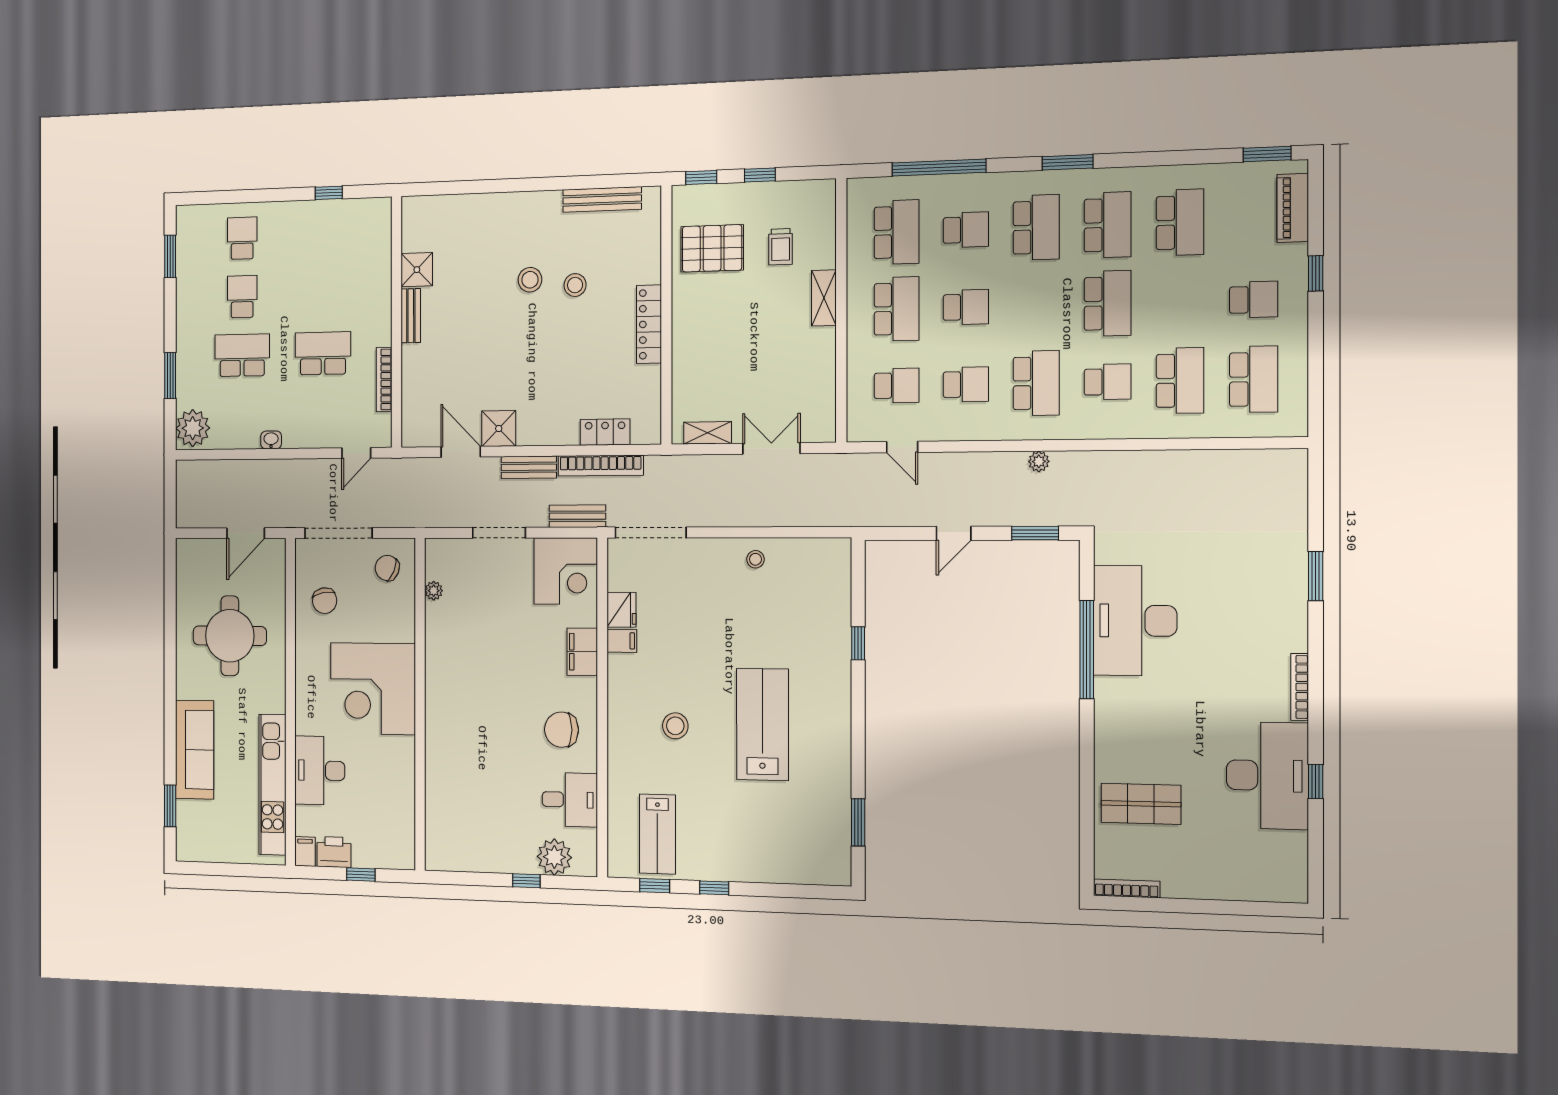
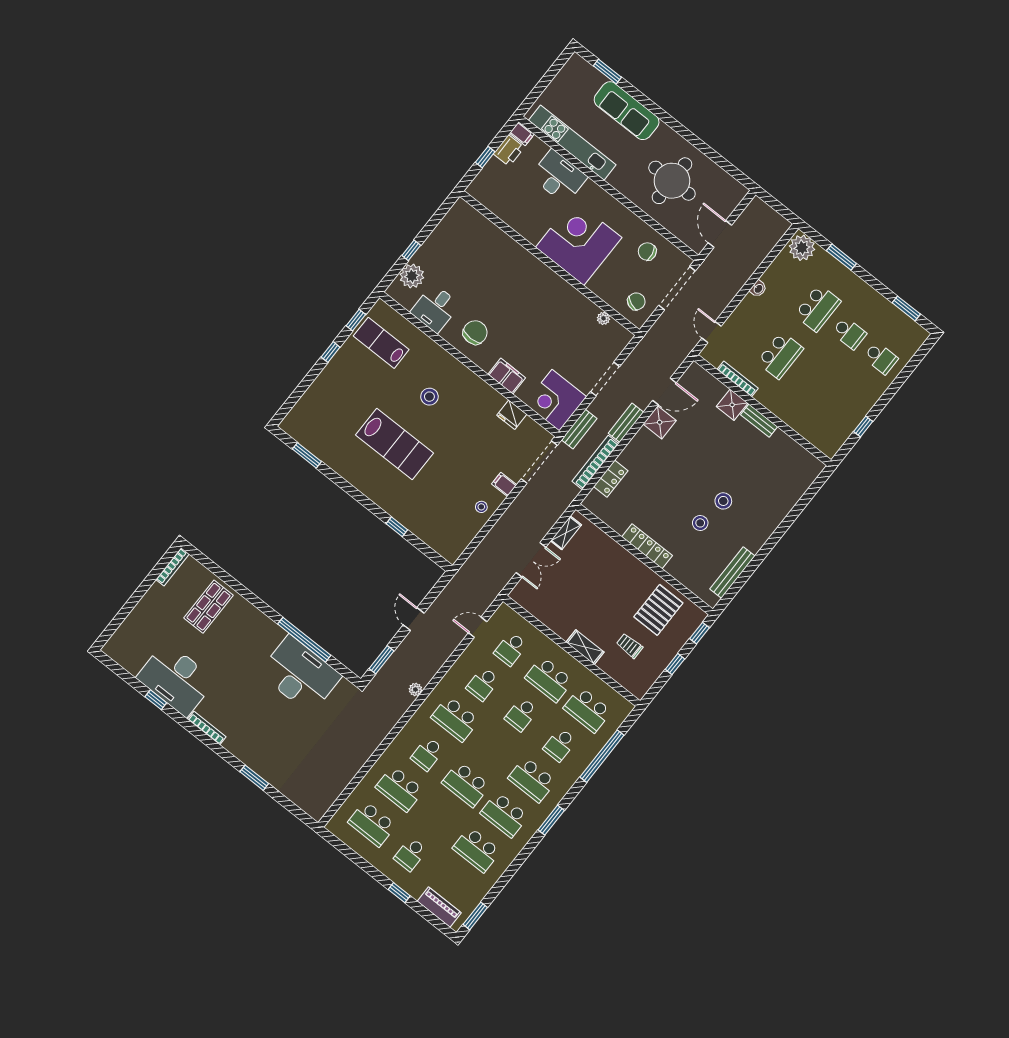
shower: (417, 270) -> (732, 405), moved
filing cabinet: (622, 641) -> (504, 484), moved, turned 90

